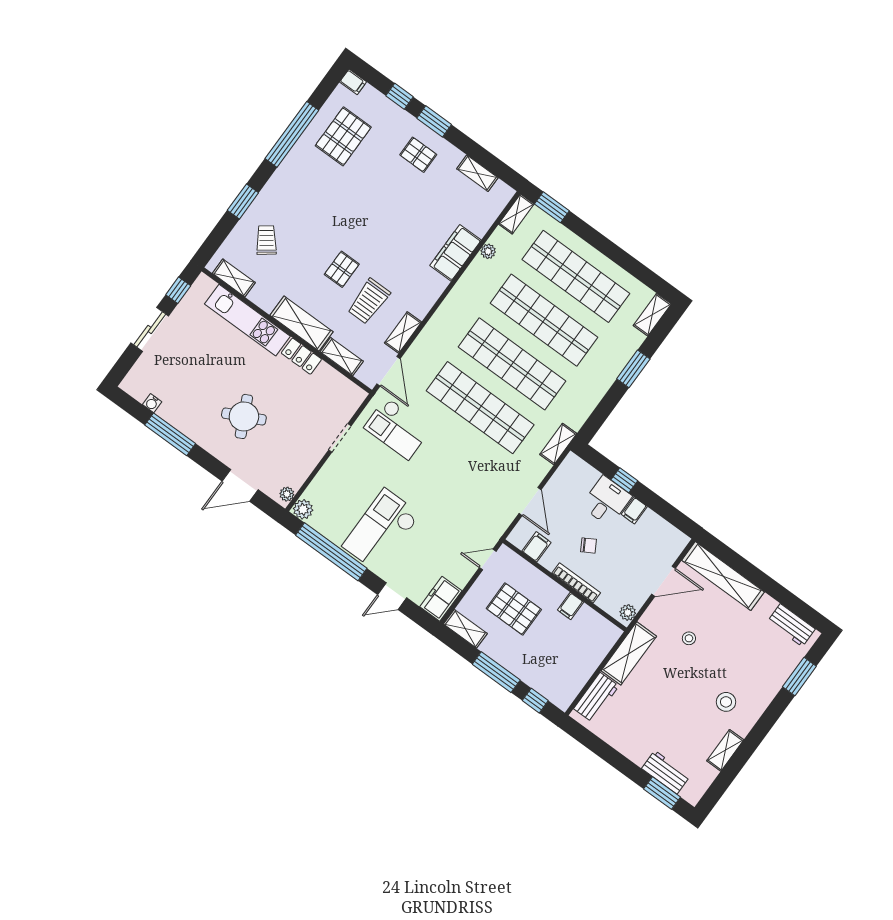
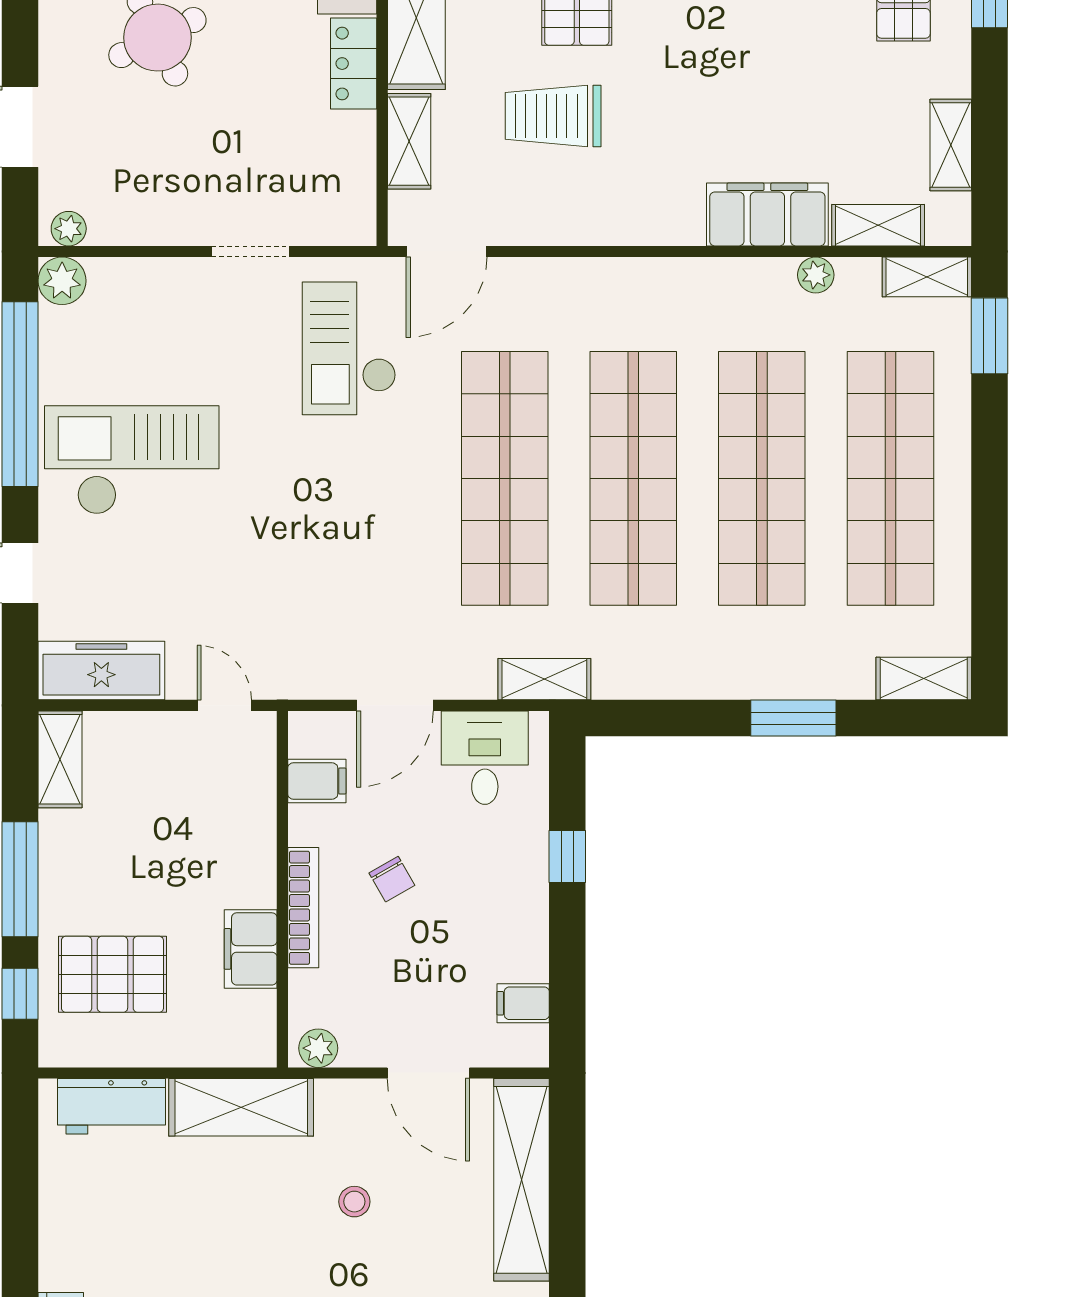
shelving: (403, 333) -> (878, 225), moved
desk: (606, 501) -> (485, 758), moved, turned -90
filing cabinet: (634, 510) -> (523, 1003), moved
freezer: (441, 599) -> (101, 671), width x1.40
filing cabinet: (571, 606) -> (251, 949), width x2.00
pallet: (514, 609) -> (112, 974), moved, turned 90

